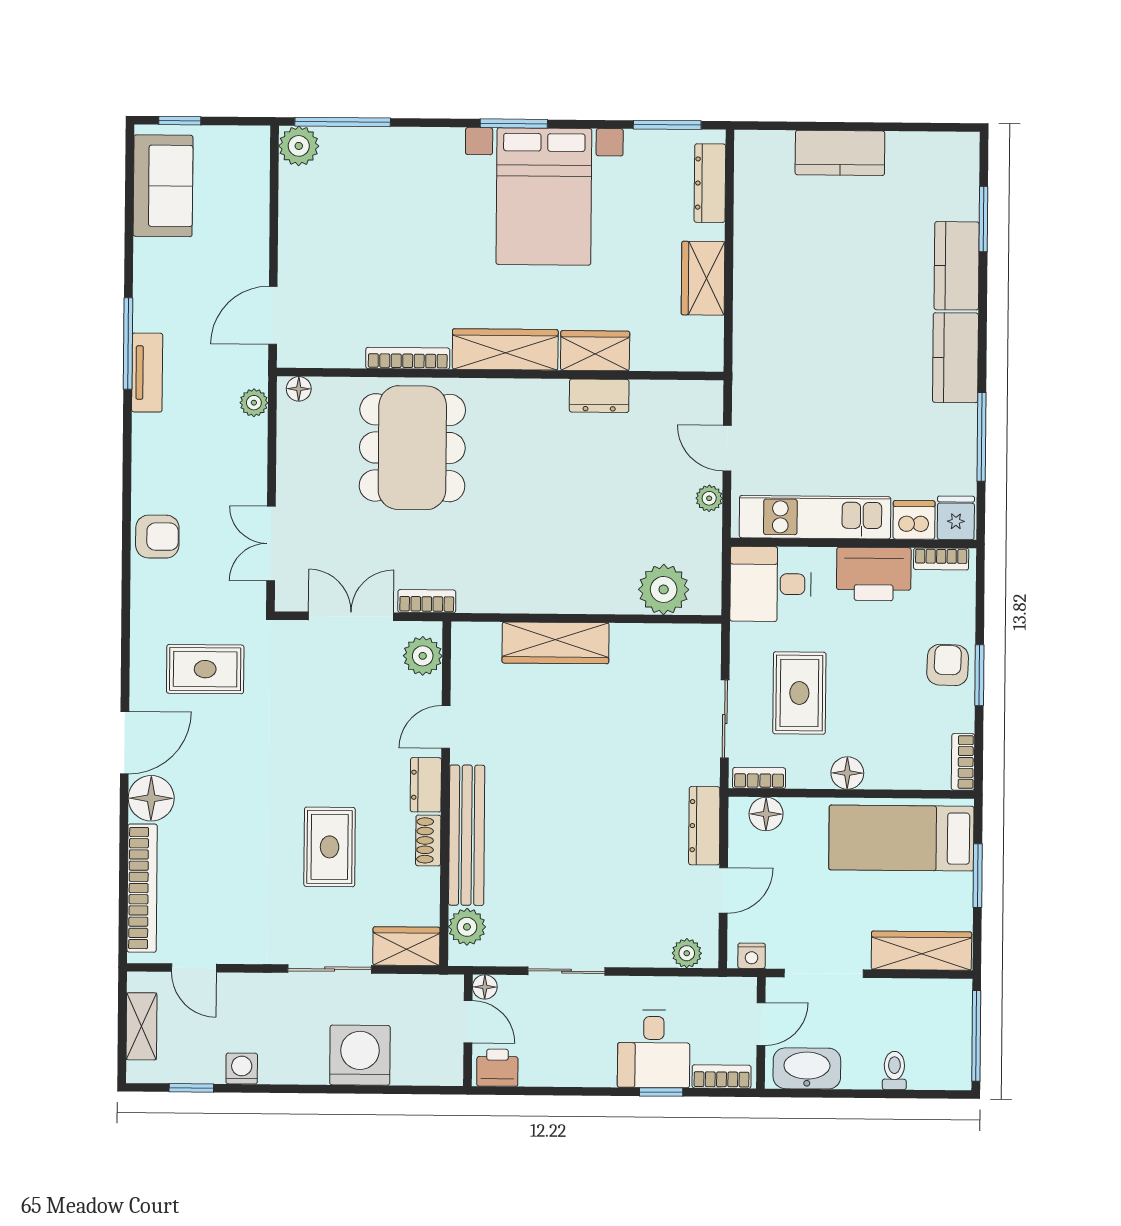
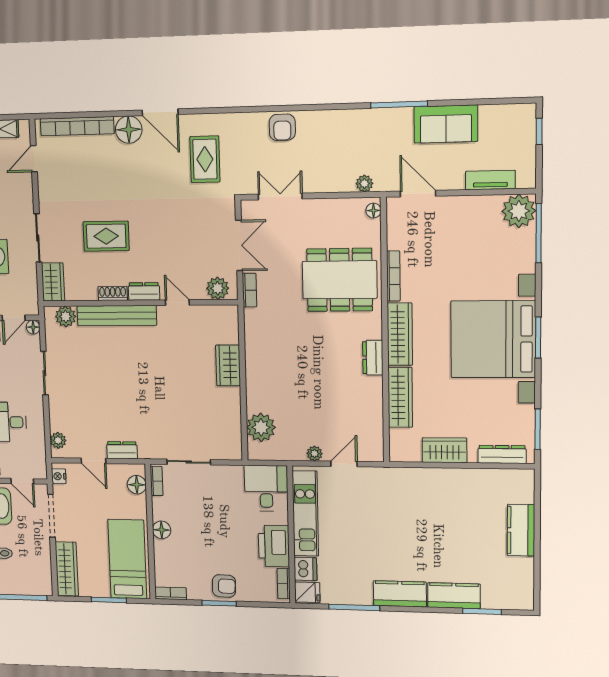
plant: (299, 146) -> (519, 211), width x1.36, depth x1.36
sofa: (163, 186) -> (446, 124), moved
bed with nightstands: (544, 196) -> (493, 339), width x1.36
wardrobe: (595, 351) -> (400, 397), width x1.50
tv unit: (147, 373) -> (490, 180), moved, turned 180
dresser: (599, 396) -> (373, 358), moved
wardrobe: (555, 643) -> (228, 365), width x0.67
rug: (799, 693) -> (205, 504), removed
dresser: (704, 826) -> (122, 450), width x0.70

